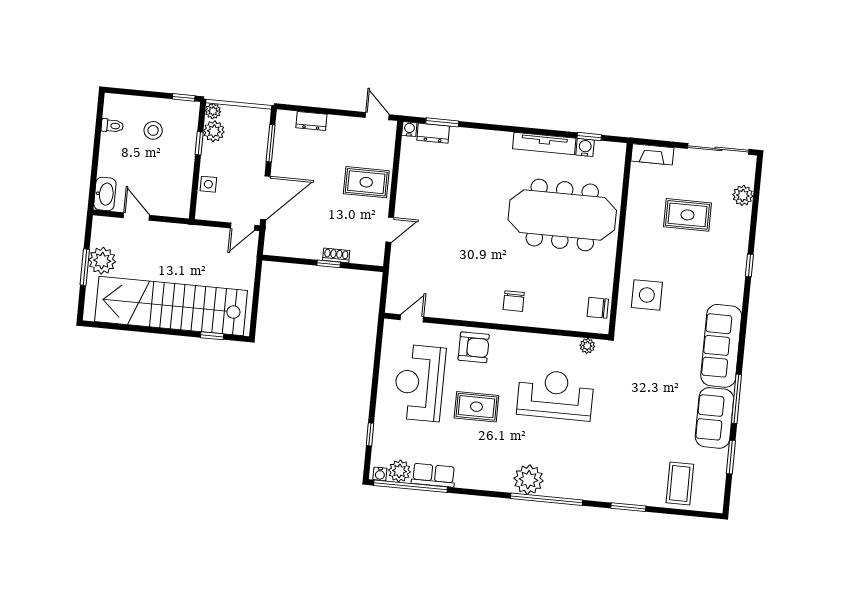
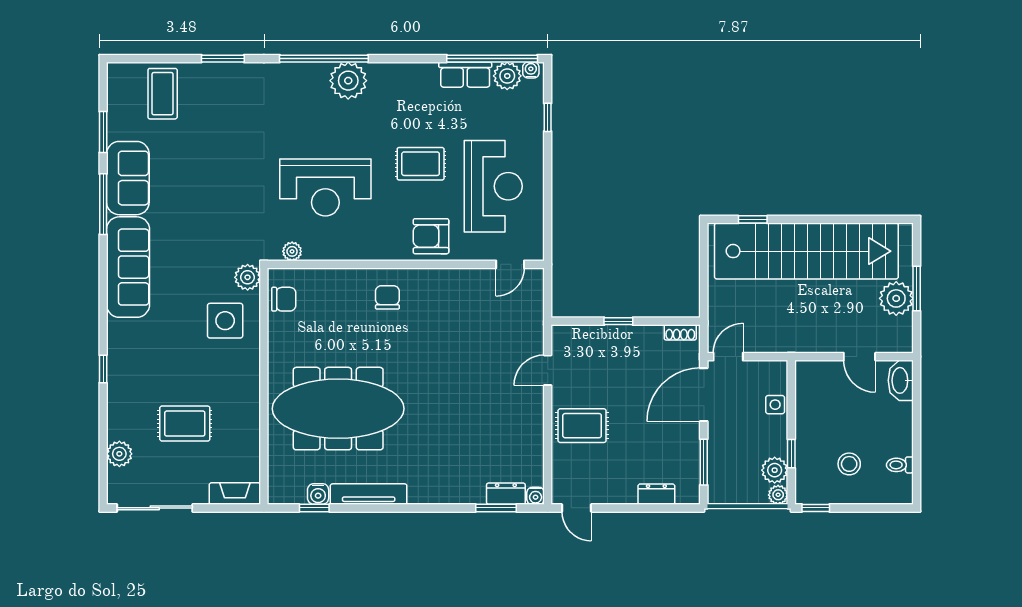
shoe rack: (336, 255) -> (680, 332), moved
plant: (625, 328) -> (248, 277), added

